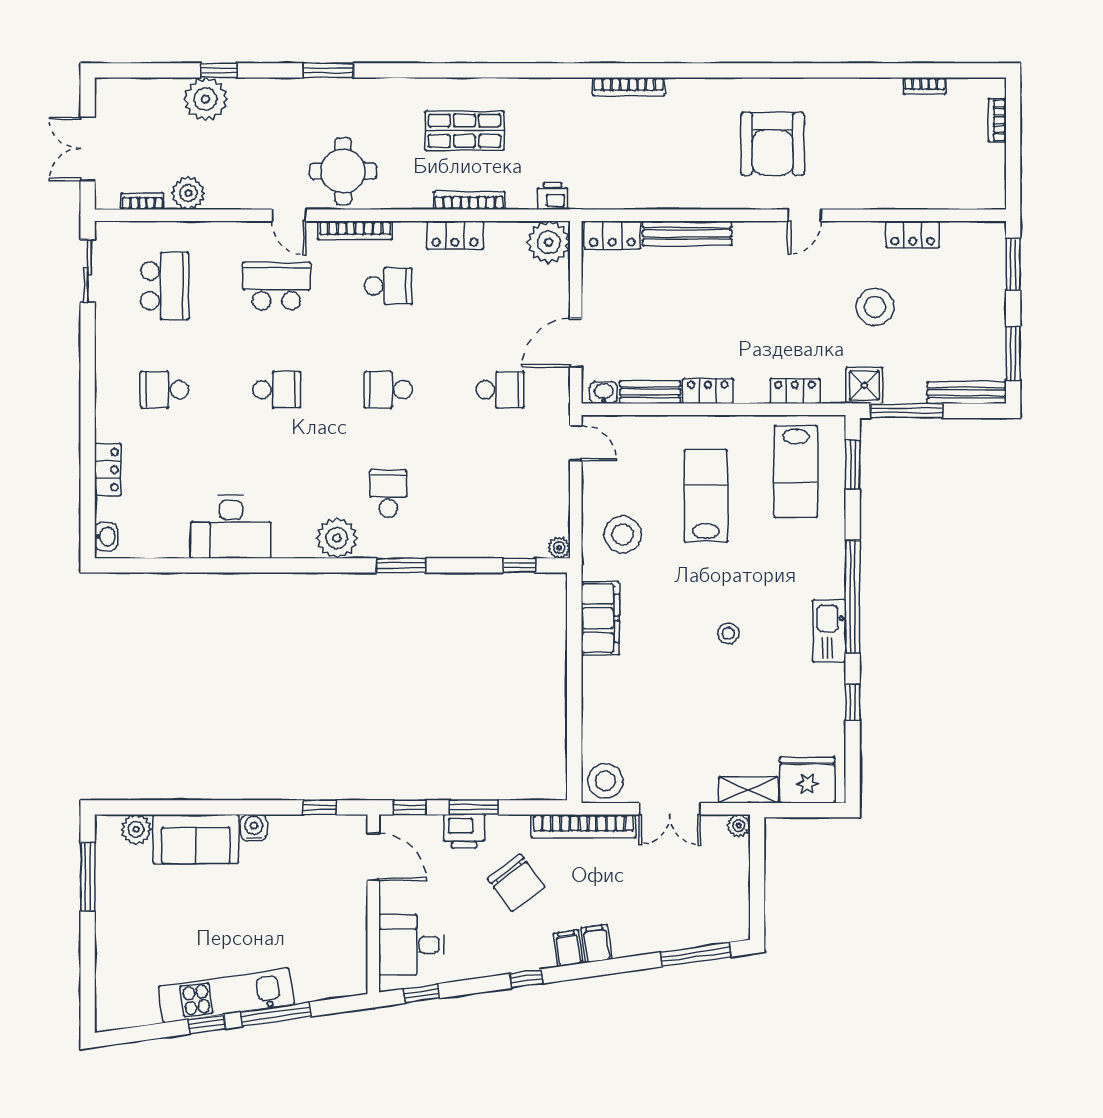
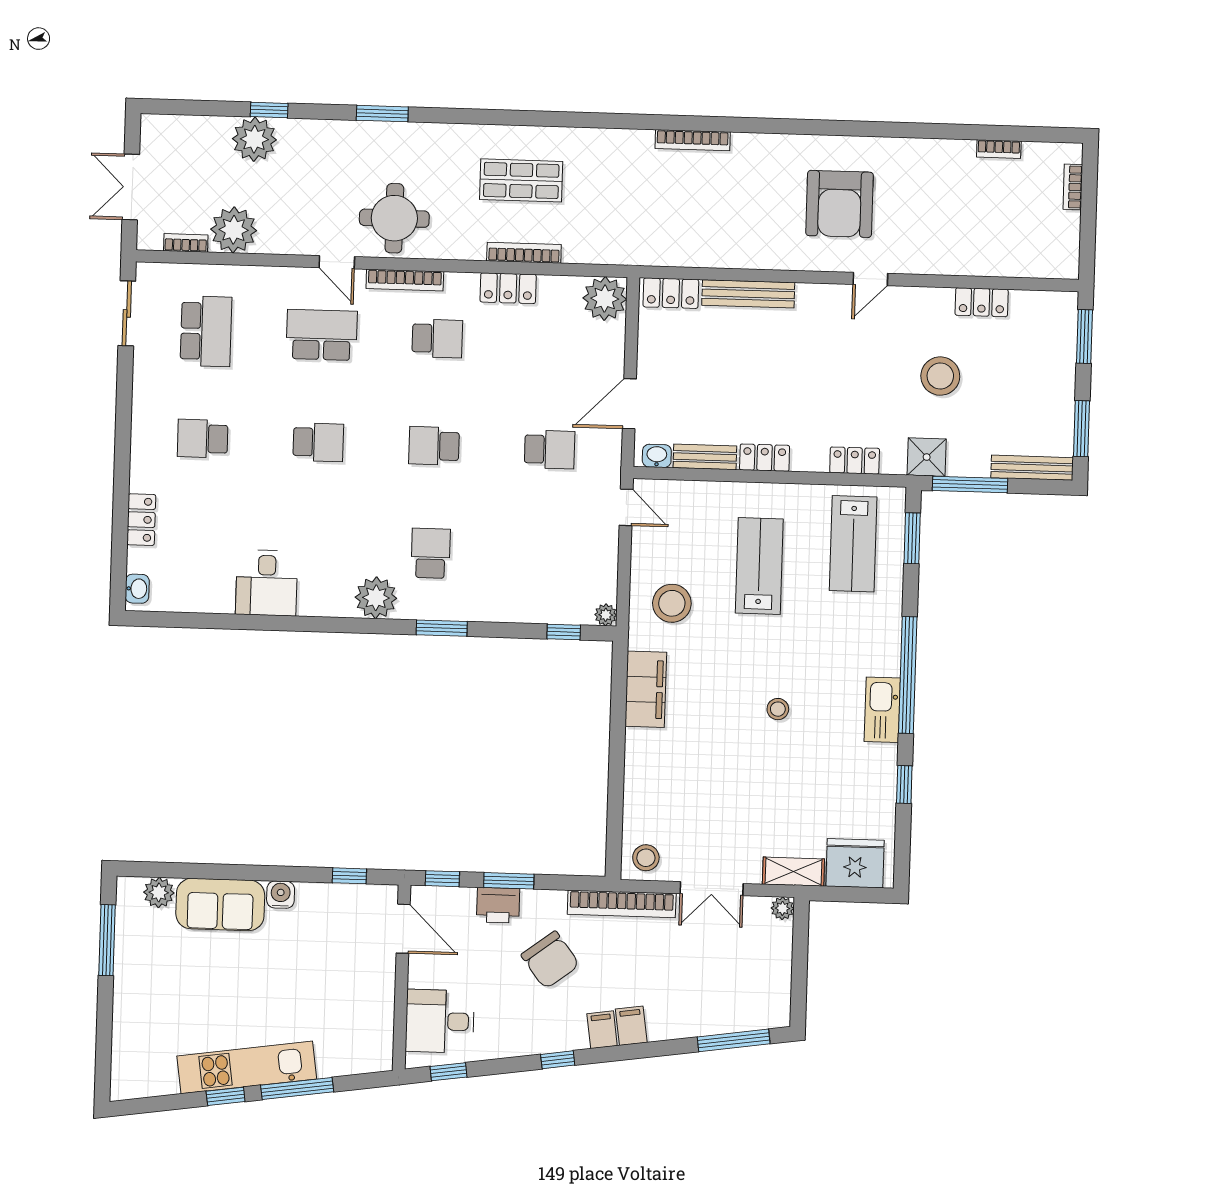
plant: (188, 193) -> (234, 230), width x1.36, depth x1.36
printer: (553, 196) -> (610, 251), removed
desk: (231, 527) -> (267, 583), width x0.73
stool: (605, 781) -> (646, 858), width x0.73, depth x0.73

